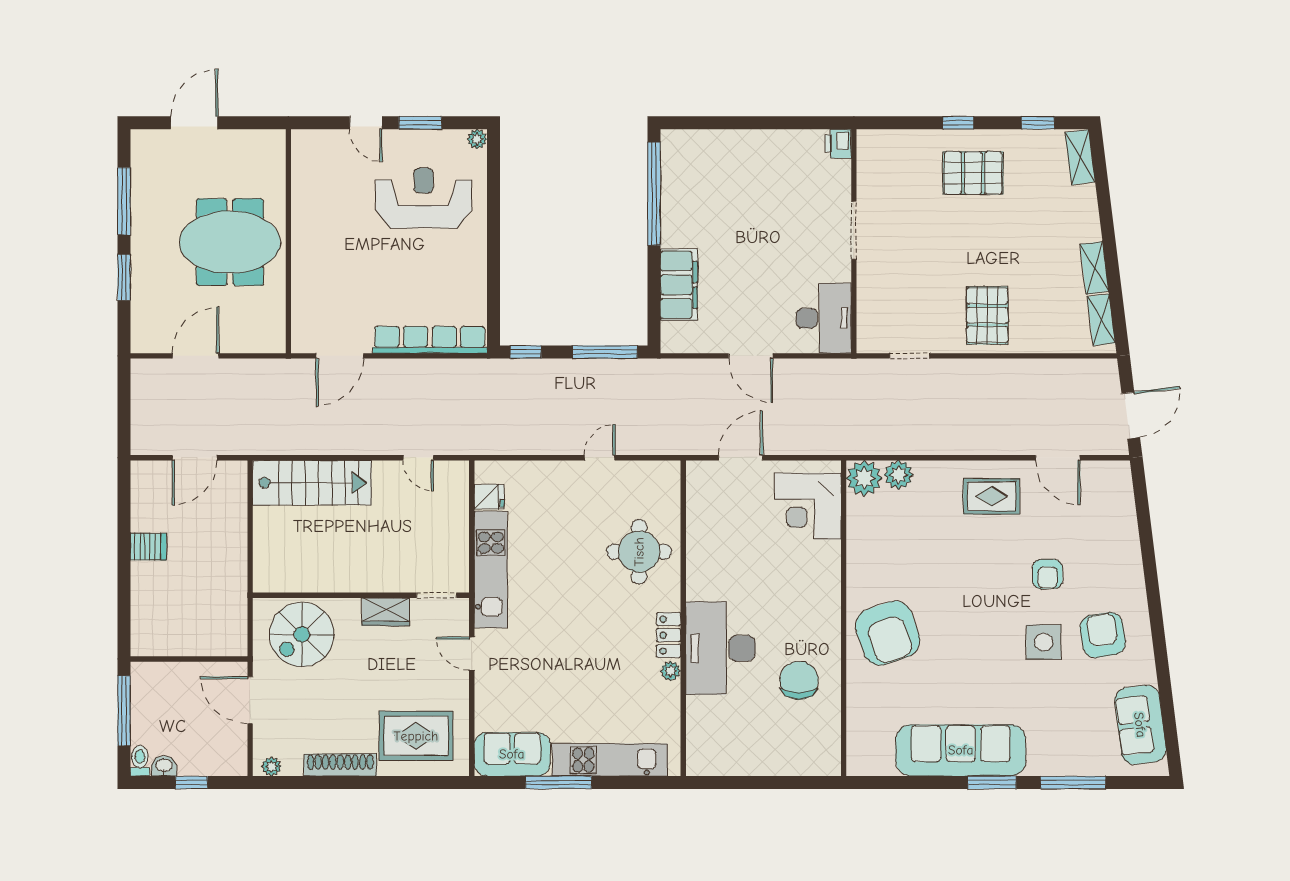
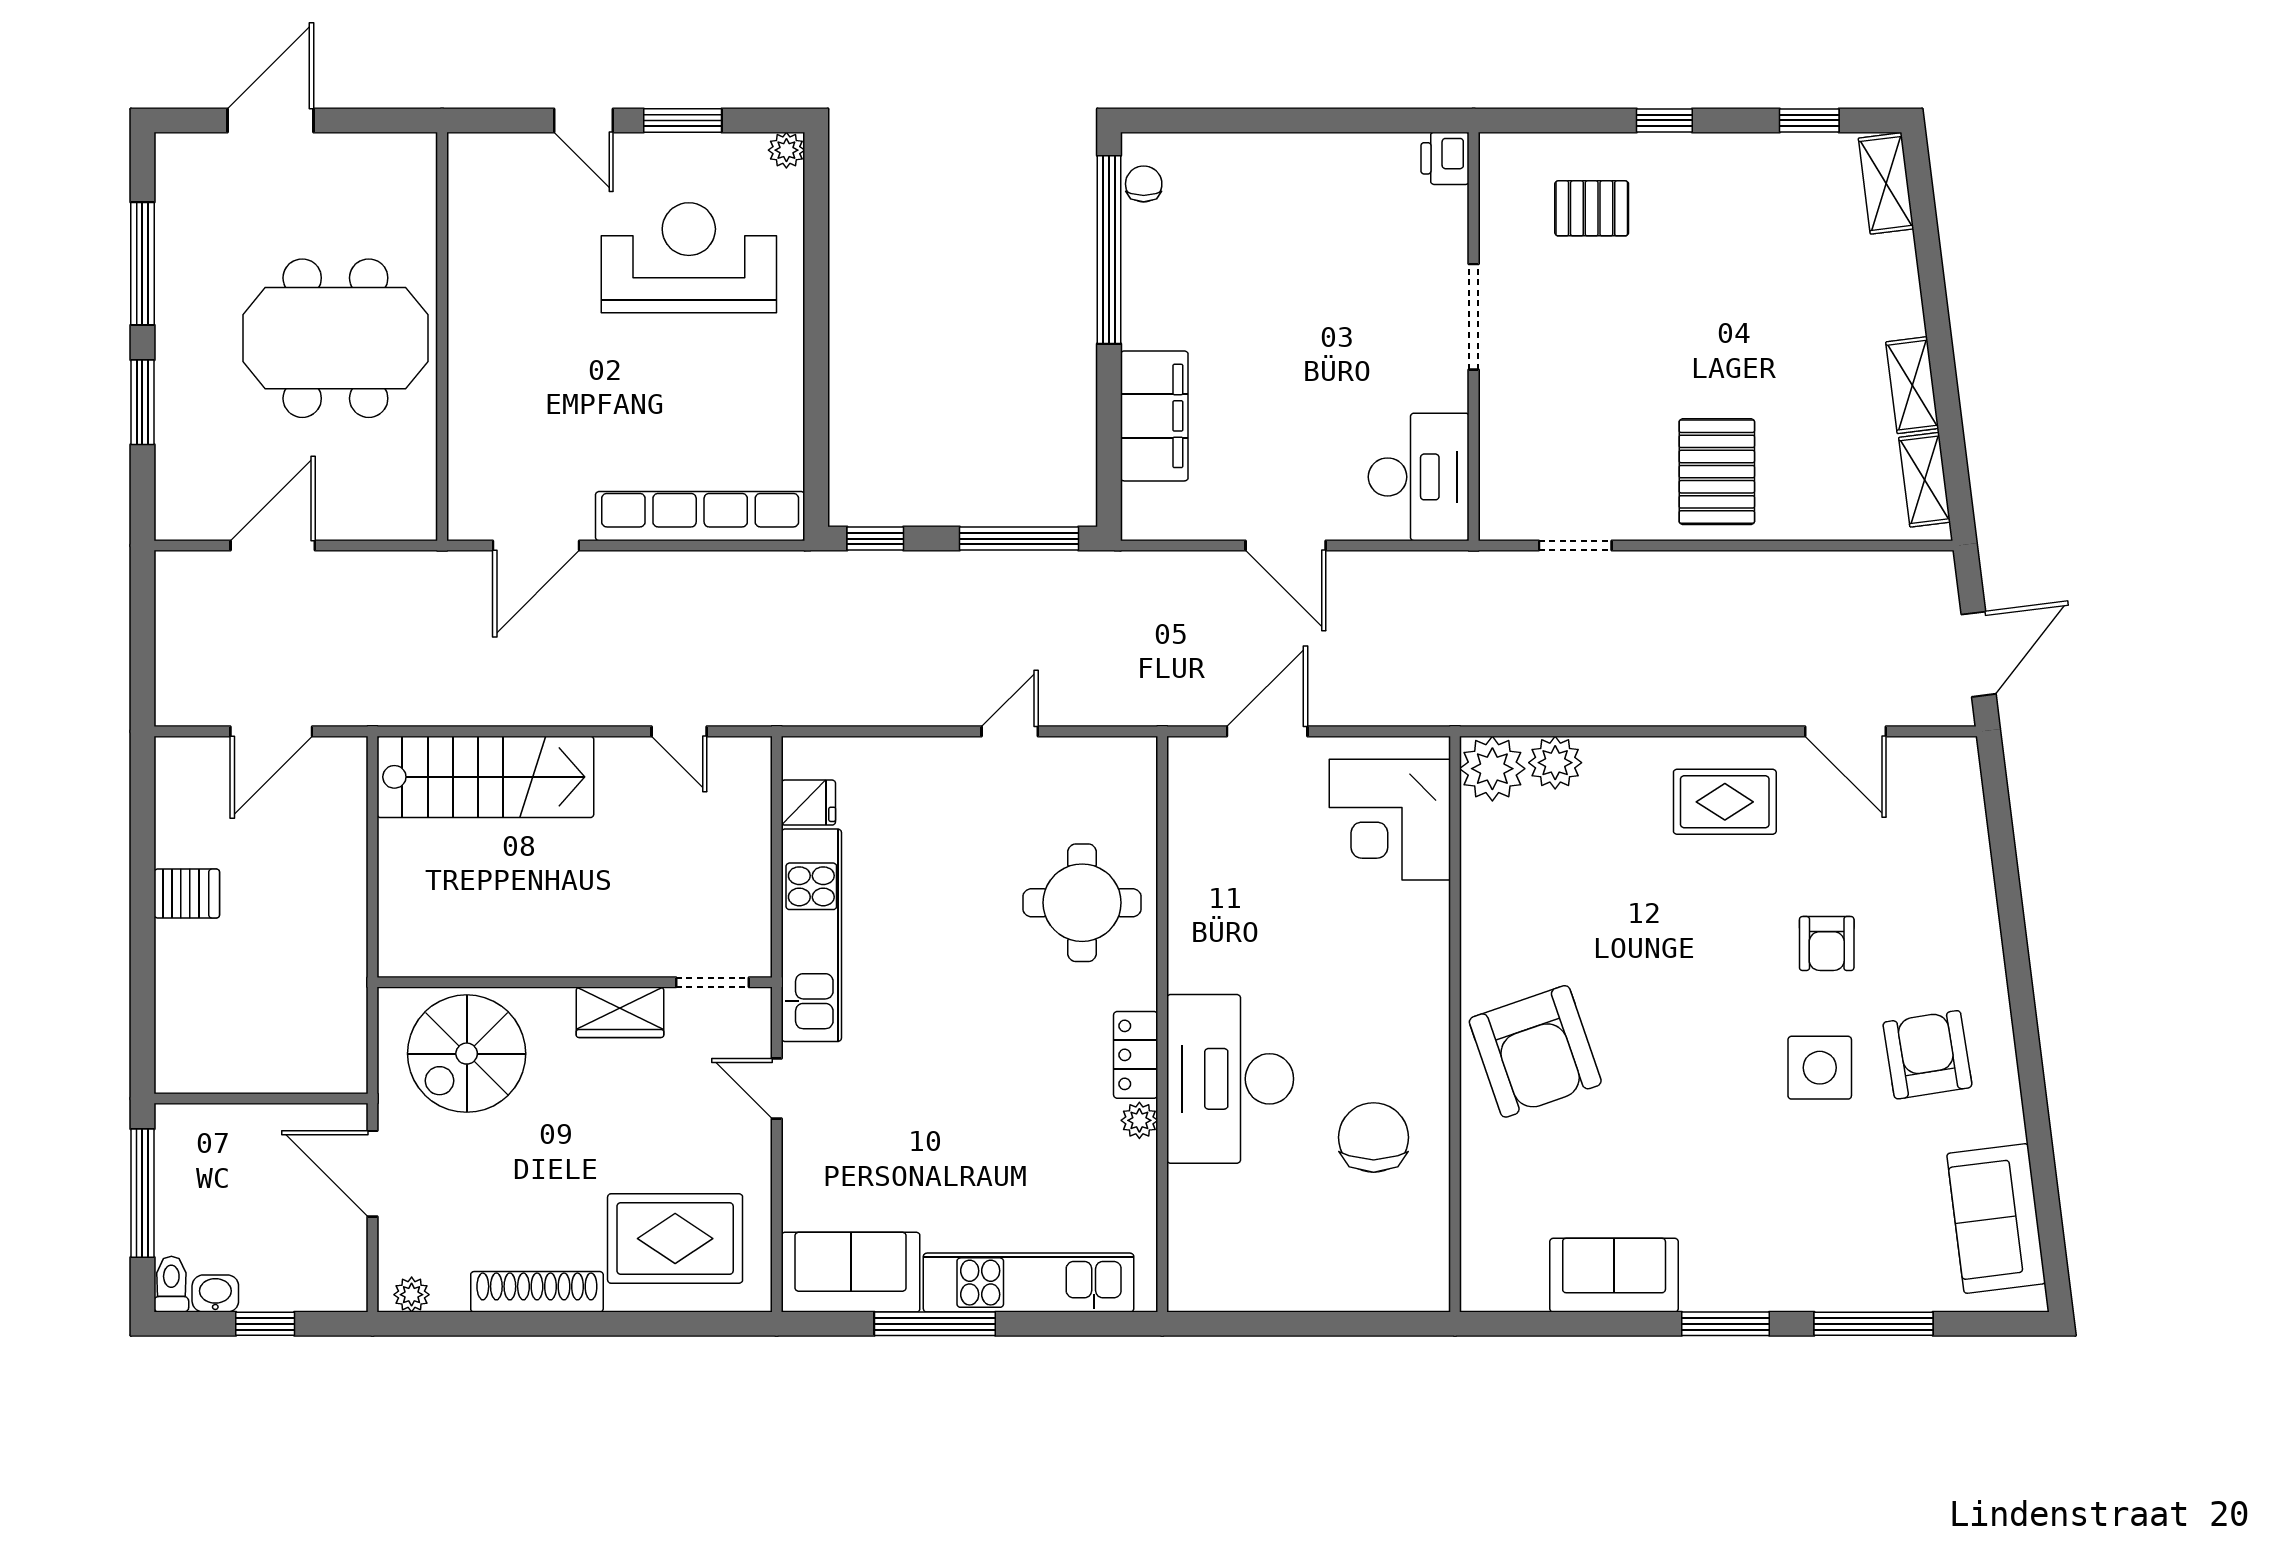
chair: (673, 158) -> (1144, 184), added
pallet: (973, 173) -> (1592, 208), moved, width x0.67, depth x0.71
sofa: (961, 750) -> (1614, 1275), width x0.54, depth x0.79

